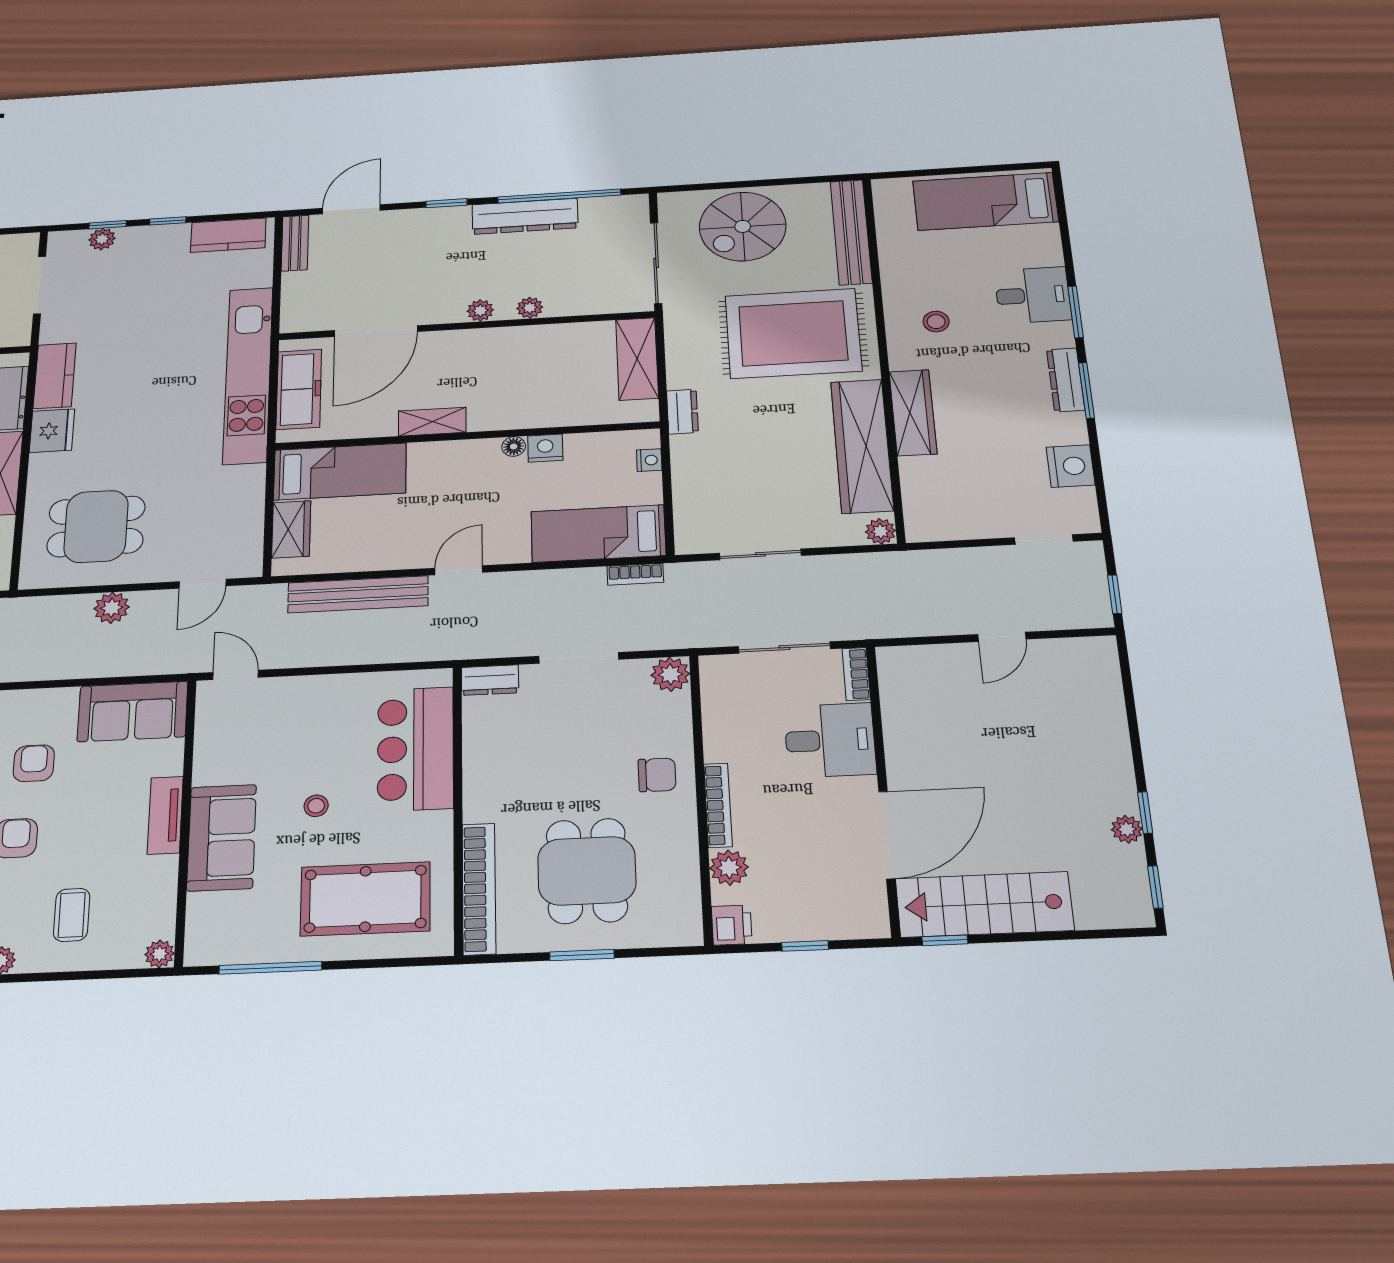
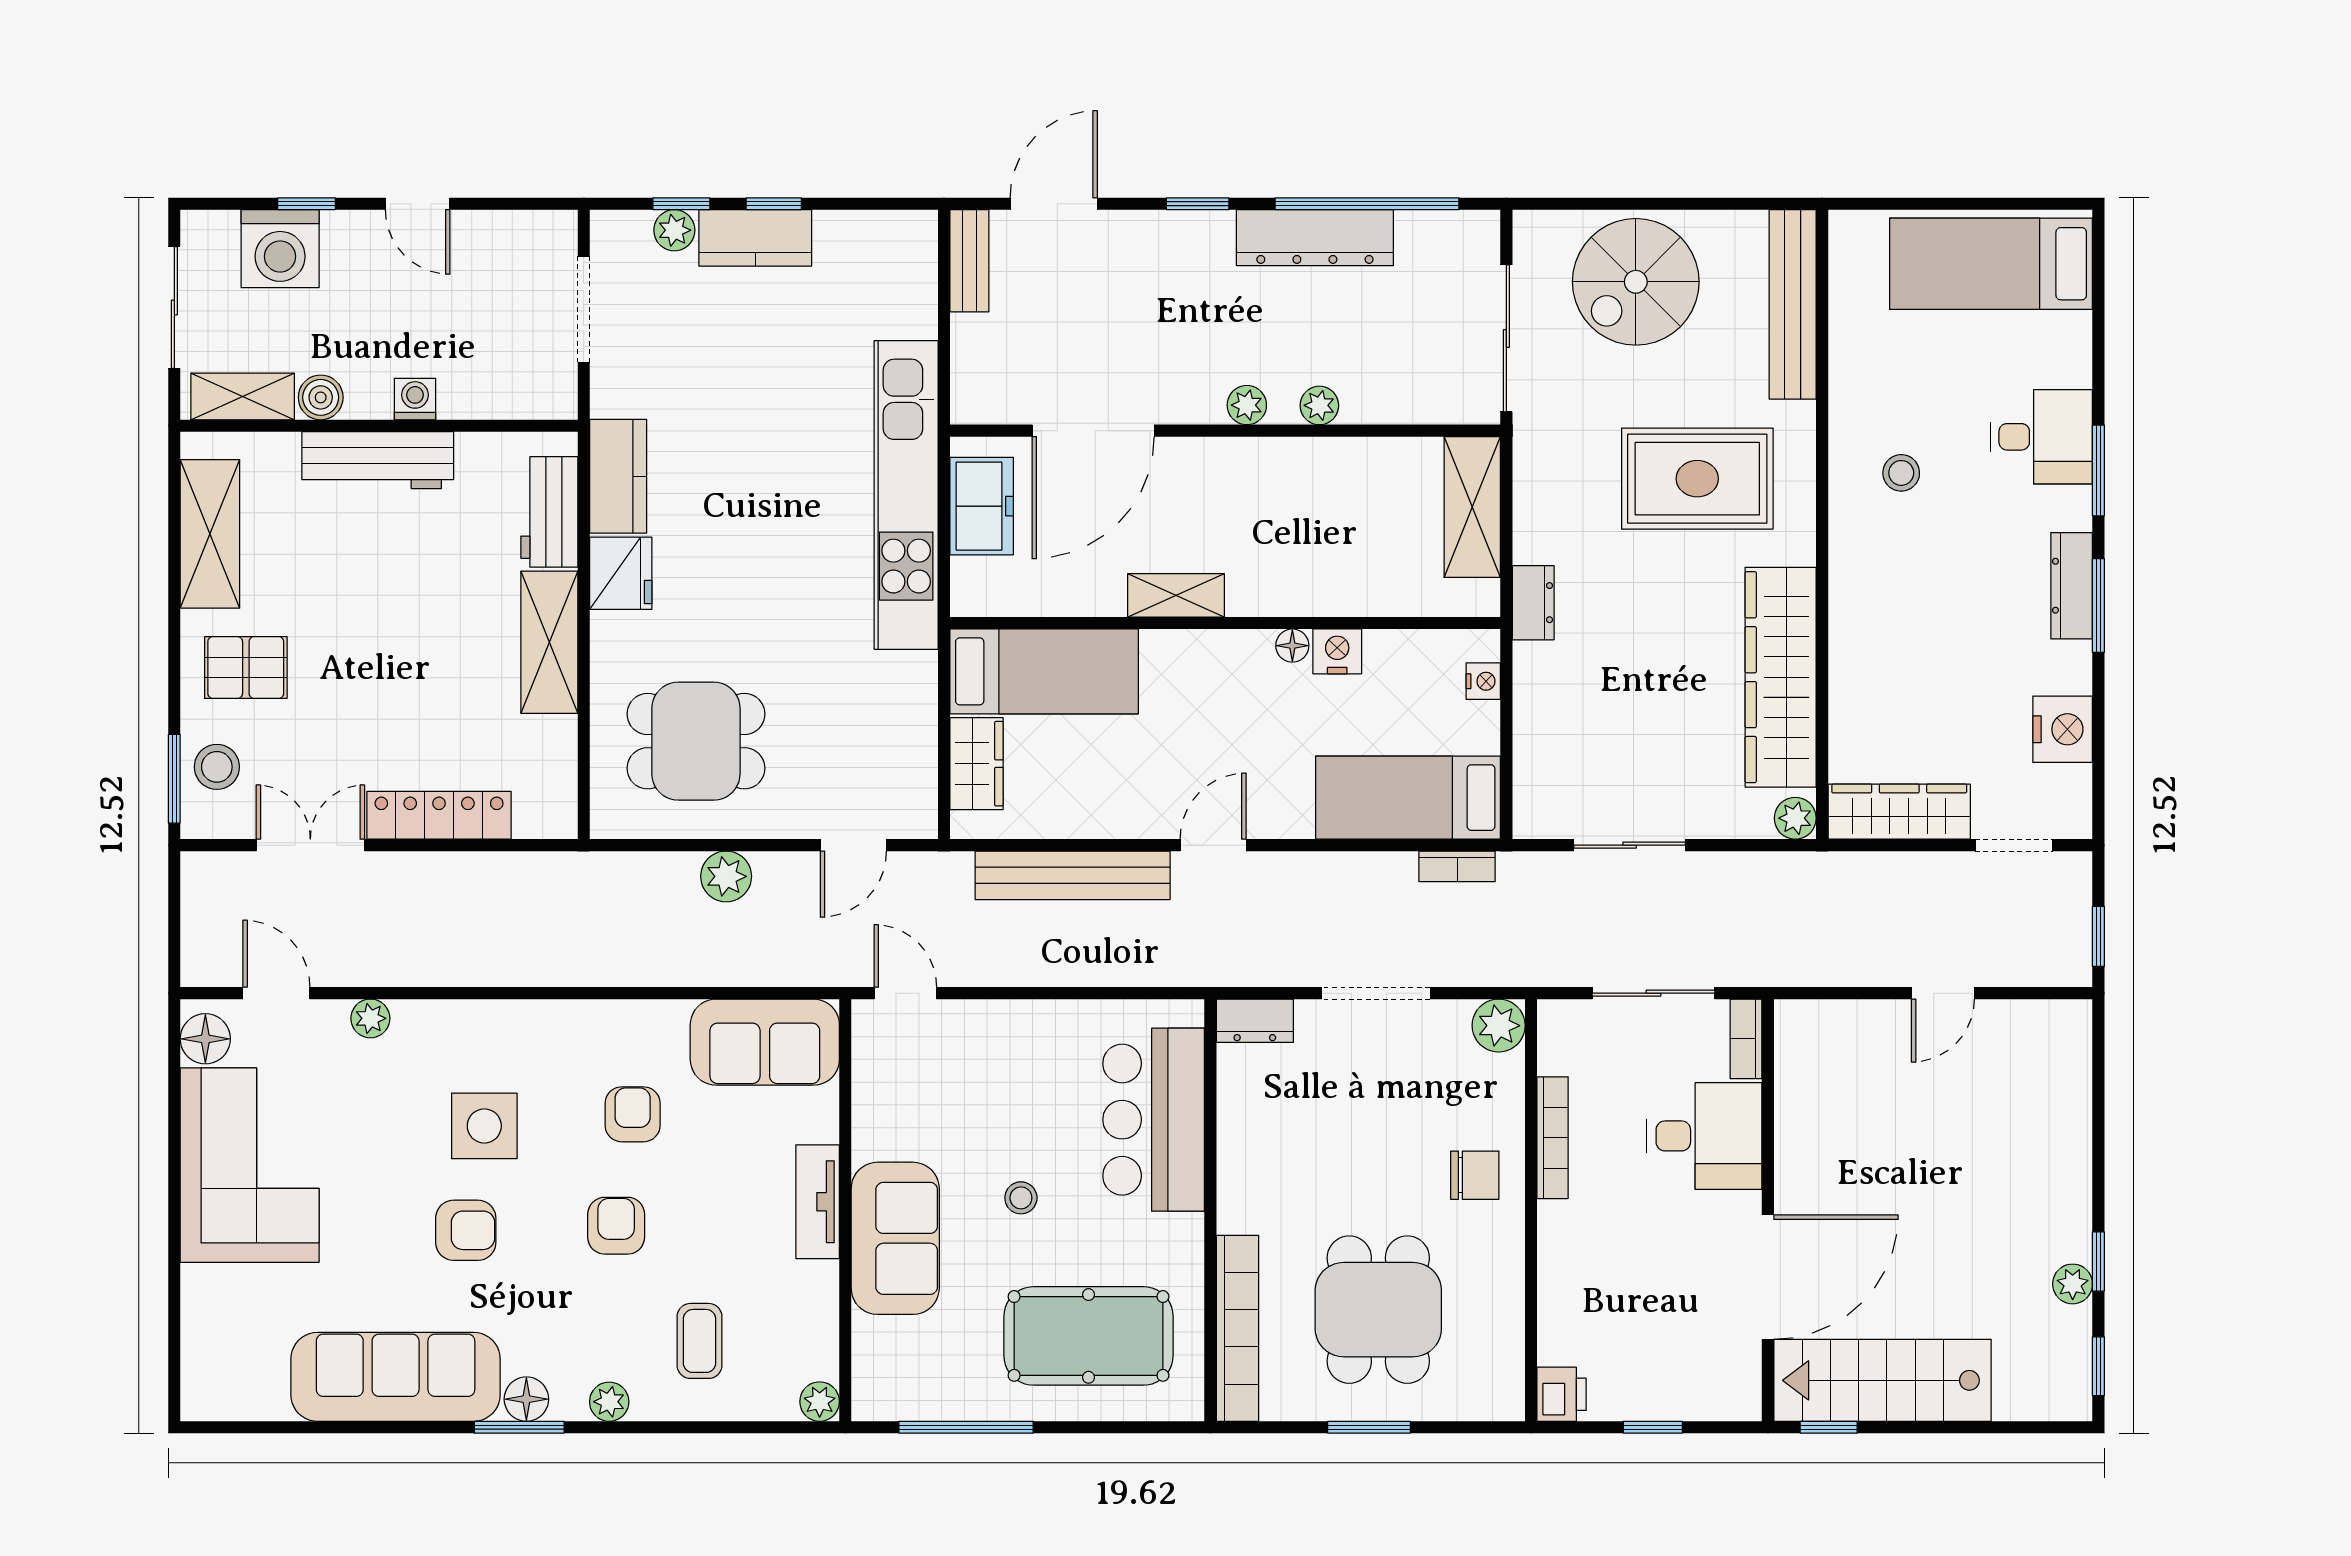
kitchen counter: (228, 235) -> (755, 238), moved
rug: (793, 333) -> (1697, 479), width x0.73, depth x0.69
freezer: (299, 389) -> (982, 506), width x0.71
wardrobe: (913, 413) -> (1899, 812), moved, turned -90
bookcase: (718, 805) -> (1553, 1138), moved
plant: (729, 868) -> (1562, 1314), removed

